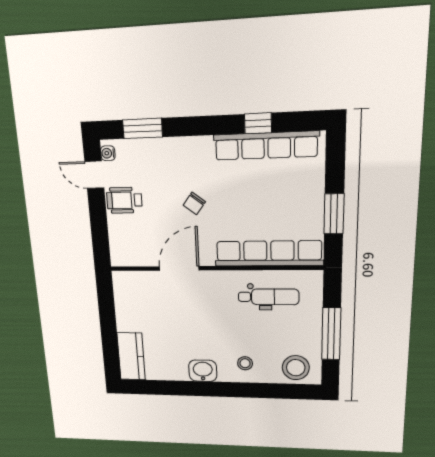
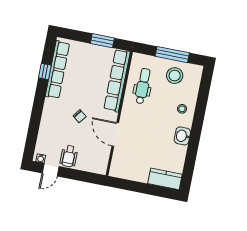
window: (142, 128) -> (32, 135), removed
stool: (296, 368) -> (175, 76), moved

